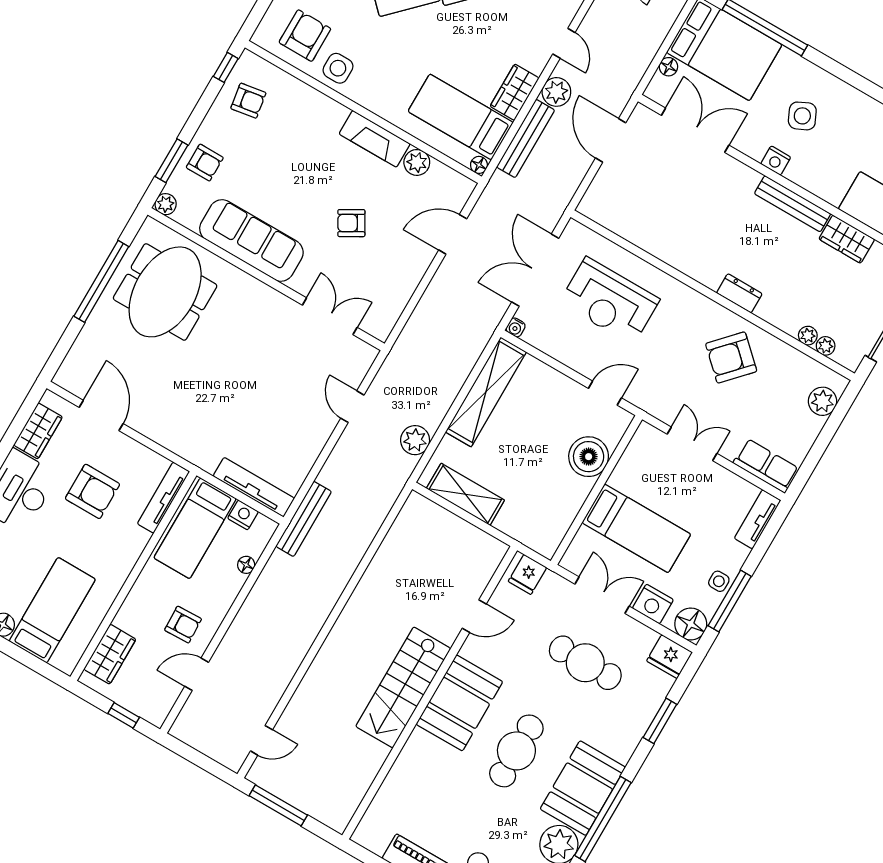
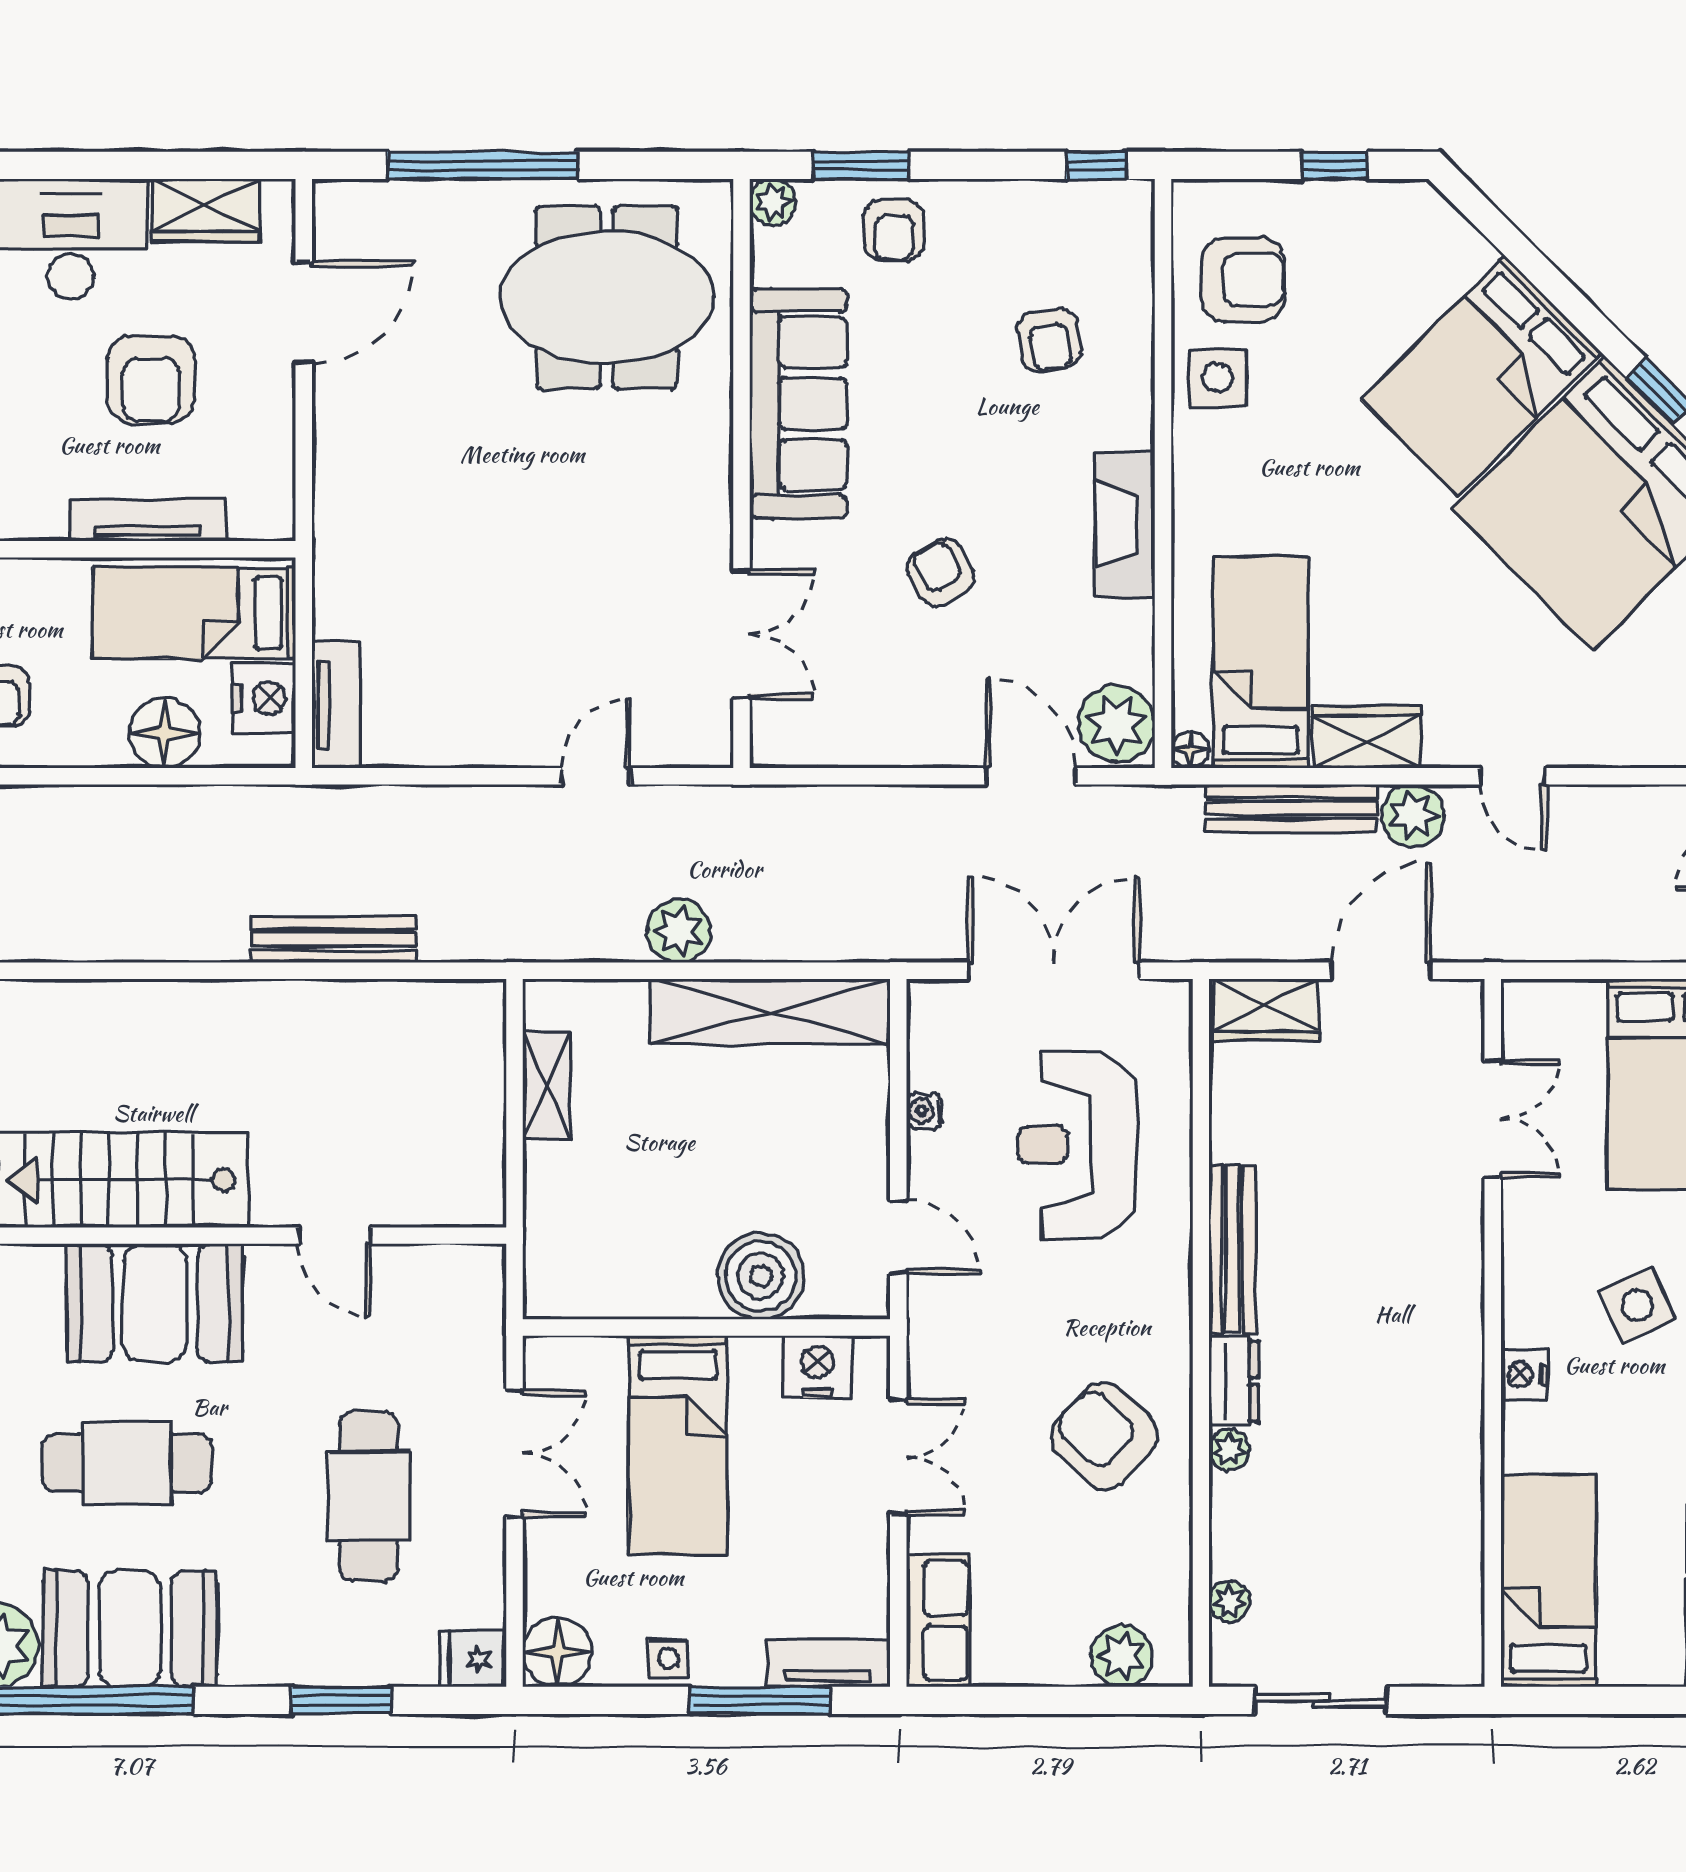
door: (564, 43) -> (1513, 776), hinge flipped
floor lamp: (668, 67) -> (1583, 999), removed
armchair: (248, 101) -> (1049, 340), moved
double door: (695, 130) -> (1493, 1119), width x0.73
nightstand: (776, 161) -> (1524, 1375), moved
plant: (417, 162) -> (1117, 724), moved, width x1.36, depth x1.36
bench: (793, 204) -> (1232, 1249), moved
wardrobe: (847, 239) -> (1266, 1010), moved, turned -90
window: (101, 281) -> (483, 165), moved
water cooler: (516, 327) -> (924, 1111), moved
plant: (808, 336) -> (1229, 1450), moved
plant: (415, 440) -> (679, 931), moved
tv unit: (254, 487) -> (336, 705), width x0.71
shelving: (465, 494) -> (547, 1085), width x0.67, depth x0.75
tv unit: (163, 498) -> (148, 520), moved
nightstand: (243, 515) -> (264, 698), width x1.36, depth x1.33
bench: (304, 519) -> (334, 940), moved
floor lamp: (246, 565) -> (165, 733), width x1.89, depth x1.89
fridge: (527, 574) -> (472, 1290), removed
window: (730, 601) -> (761, 1700), moved
nightstand: (653, 604) -> (817, 1367), moved, turned 90
fridge: (670, 657) -> (473, 1659), width x0.72

